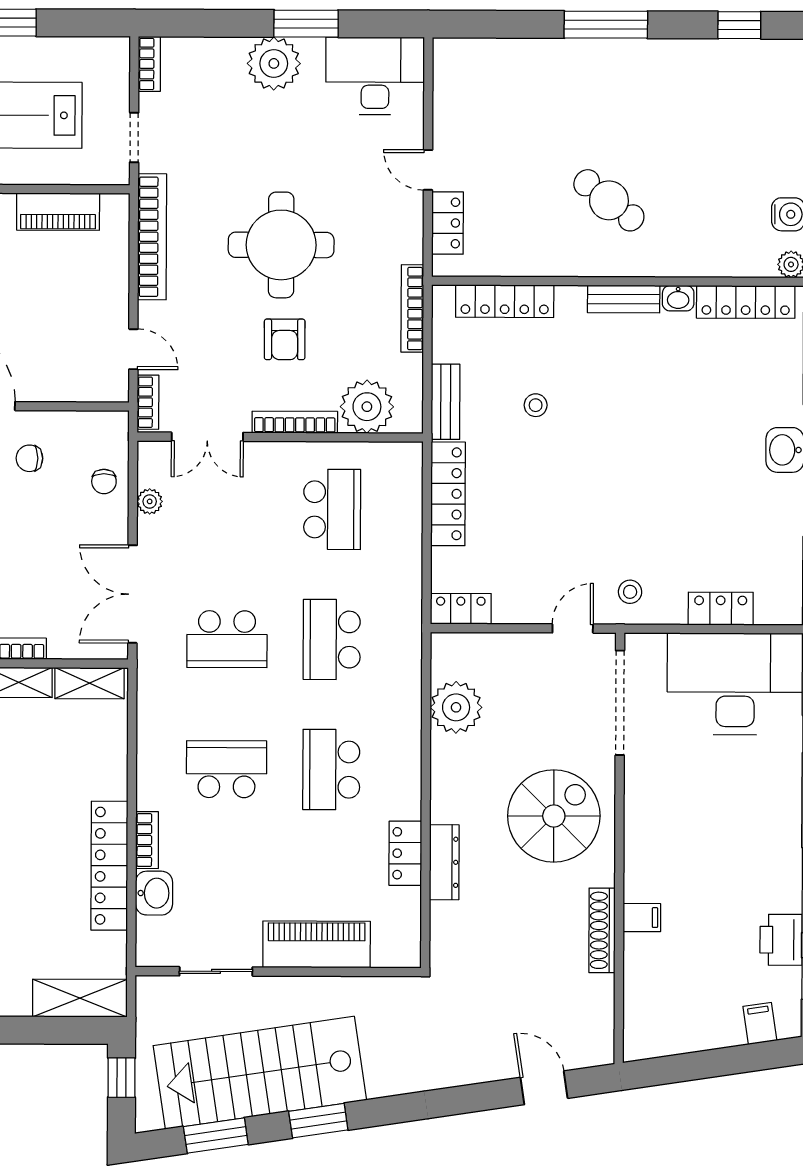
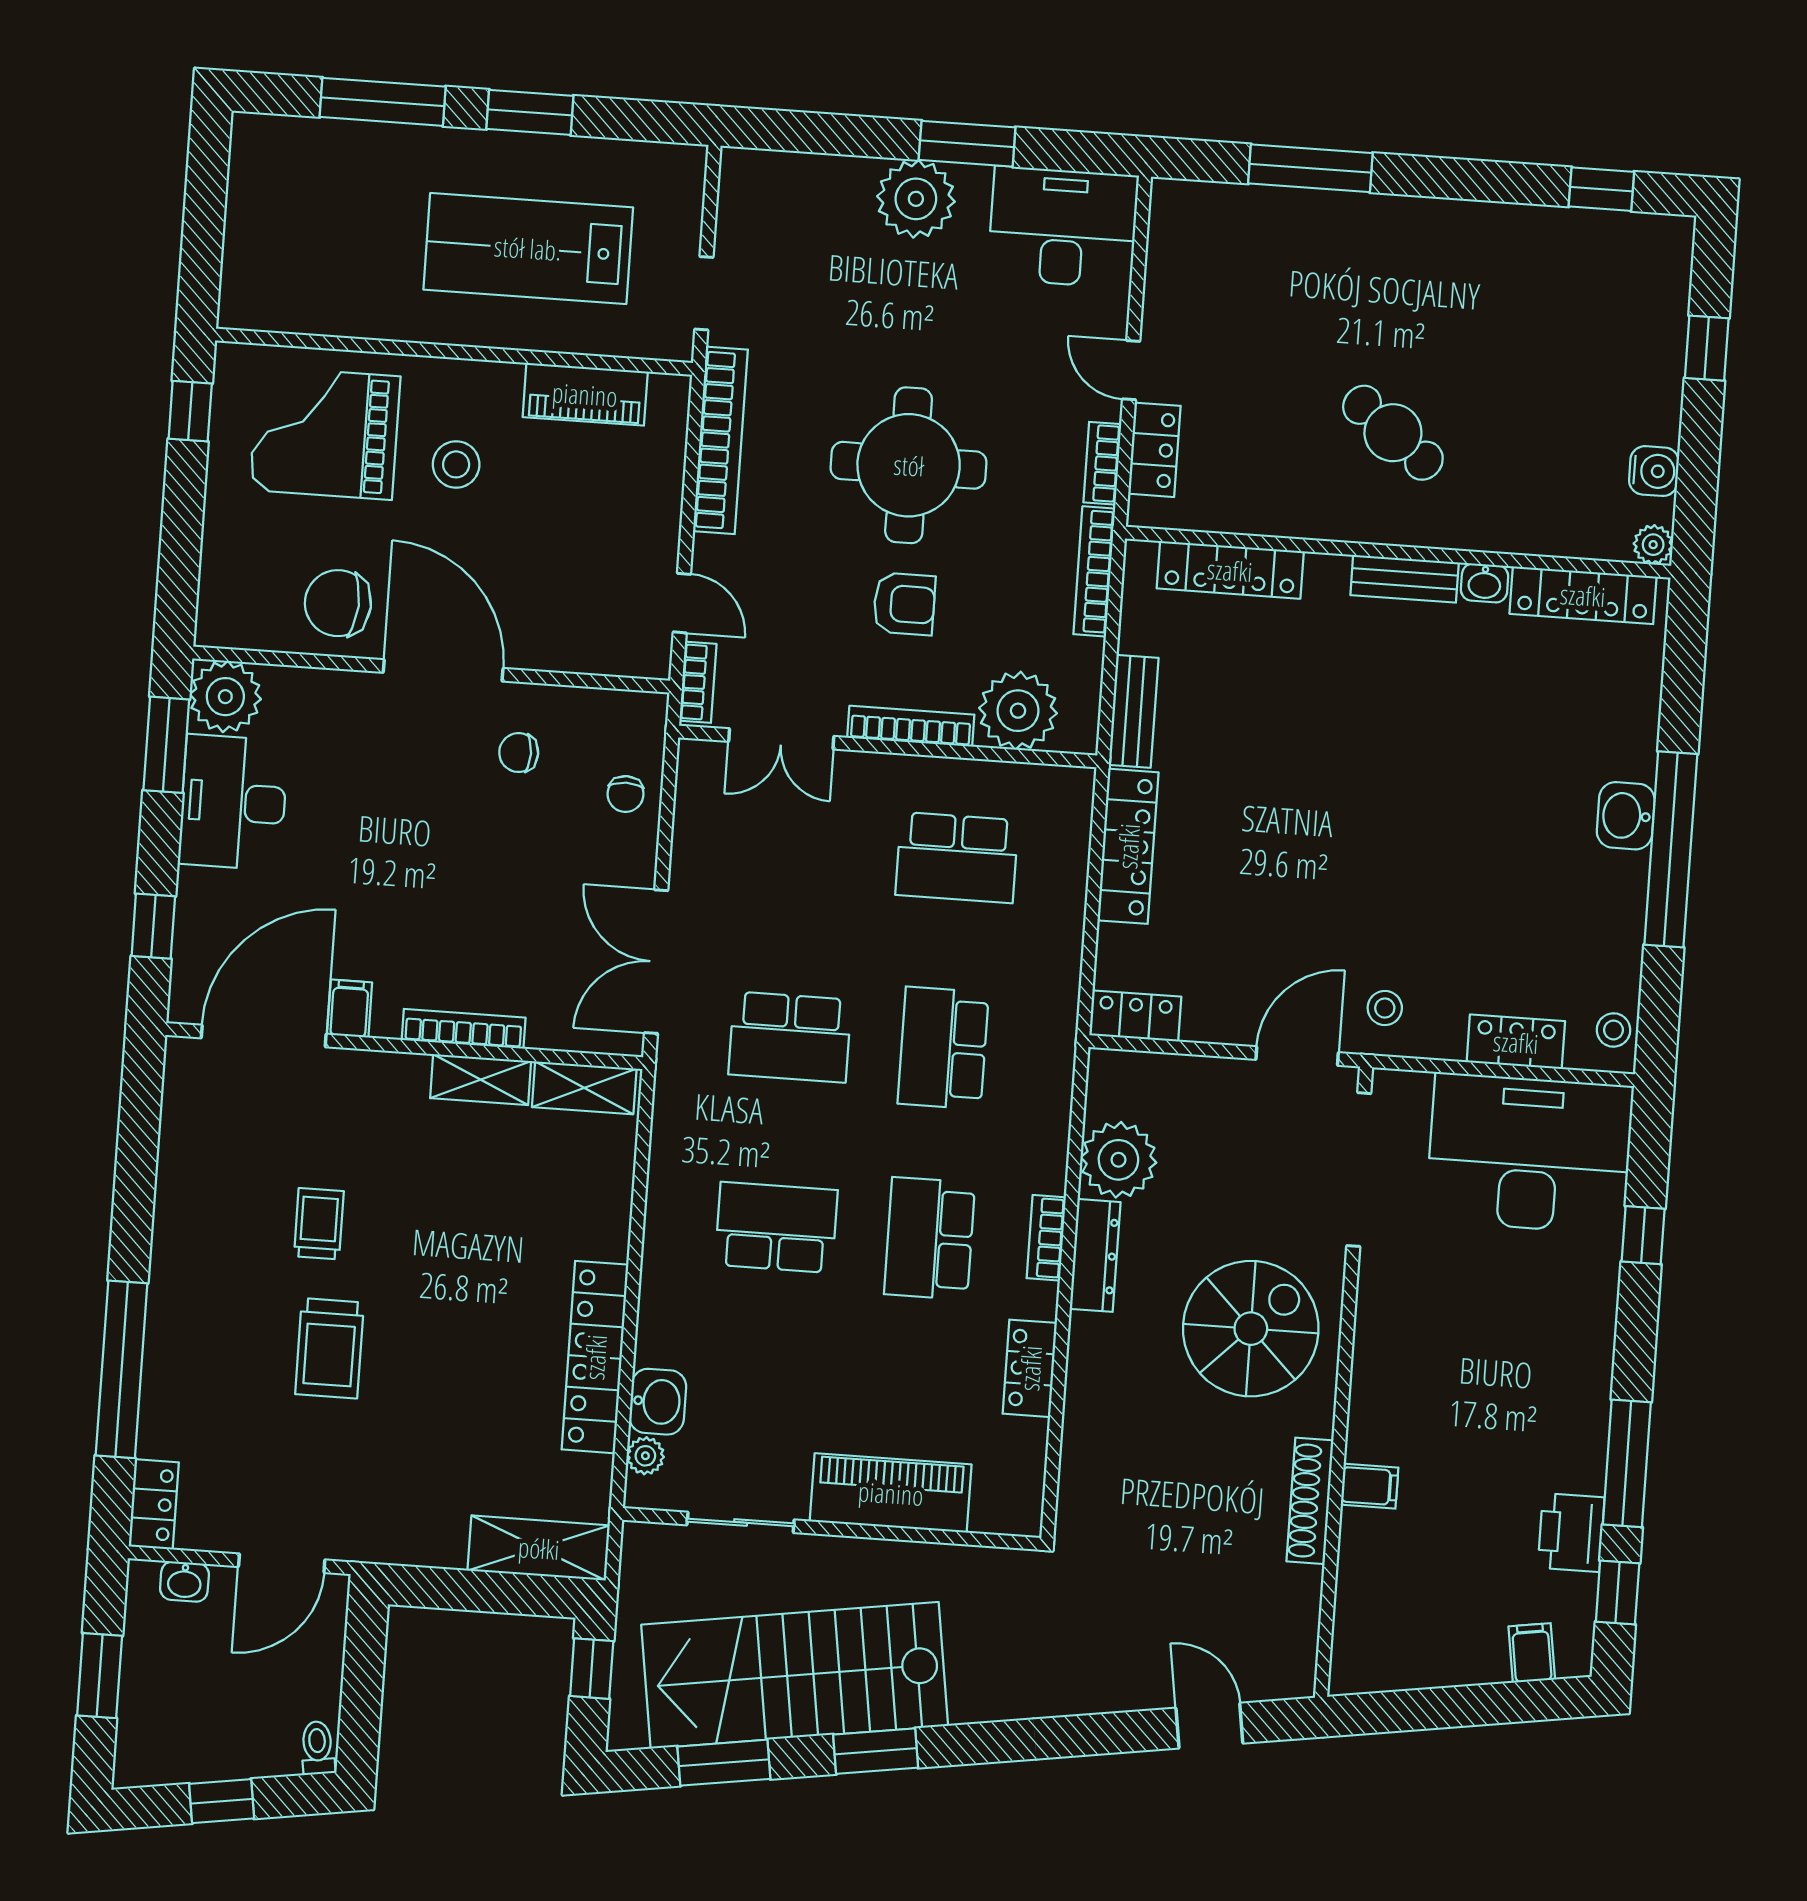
window: (606, 25) -> (1310, 168), moved
bookcase: (149, 64) -> (1102, 463), moved, turned 180
armchair: (285, 339) -> (904, 604), turned -90
stool: (536, 405) -> (1613, 1030), moved
plant: (150, 501) -> (645, 1456), moved
school desk: (332, 509) -> (957, 858), turned 90
door: (573, 629) -> (1297, 1056), width x1.38
bookcase: (147, 840) -> (1046, 1238), moved, turned 180
dresser: (444, 862) -> (1095, 1255), moved

